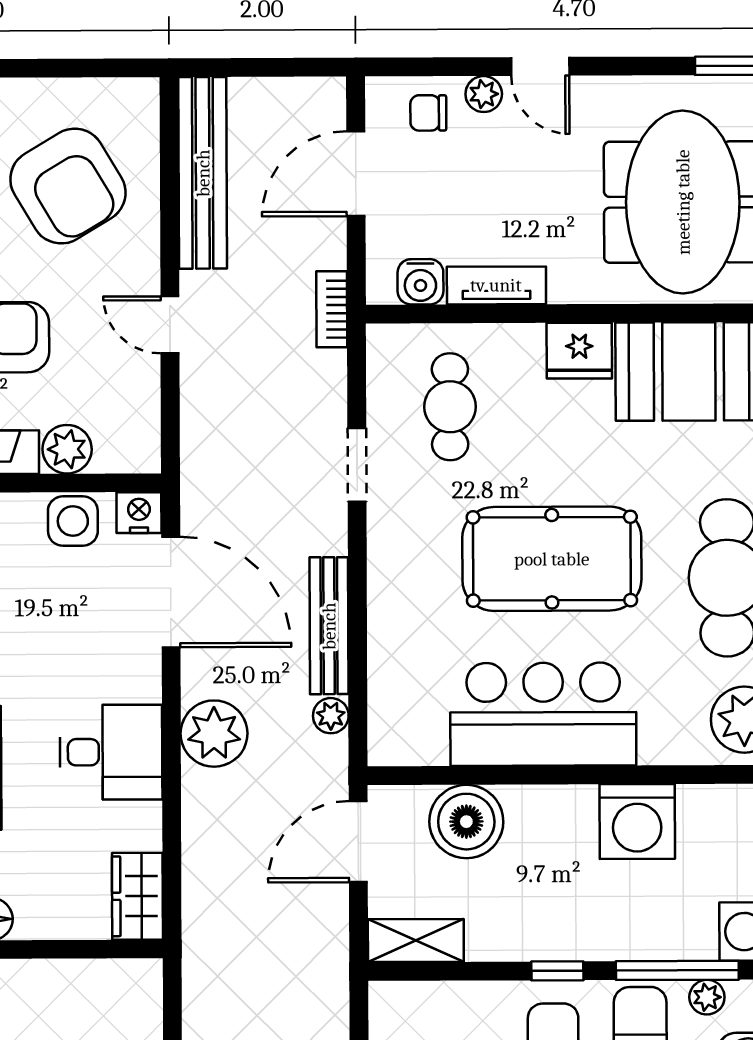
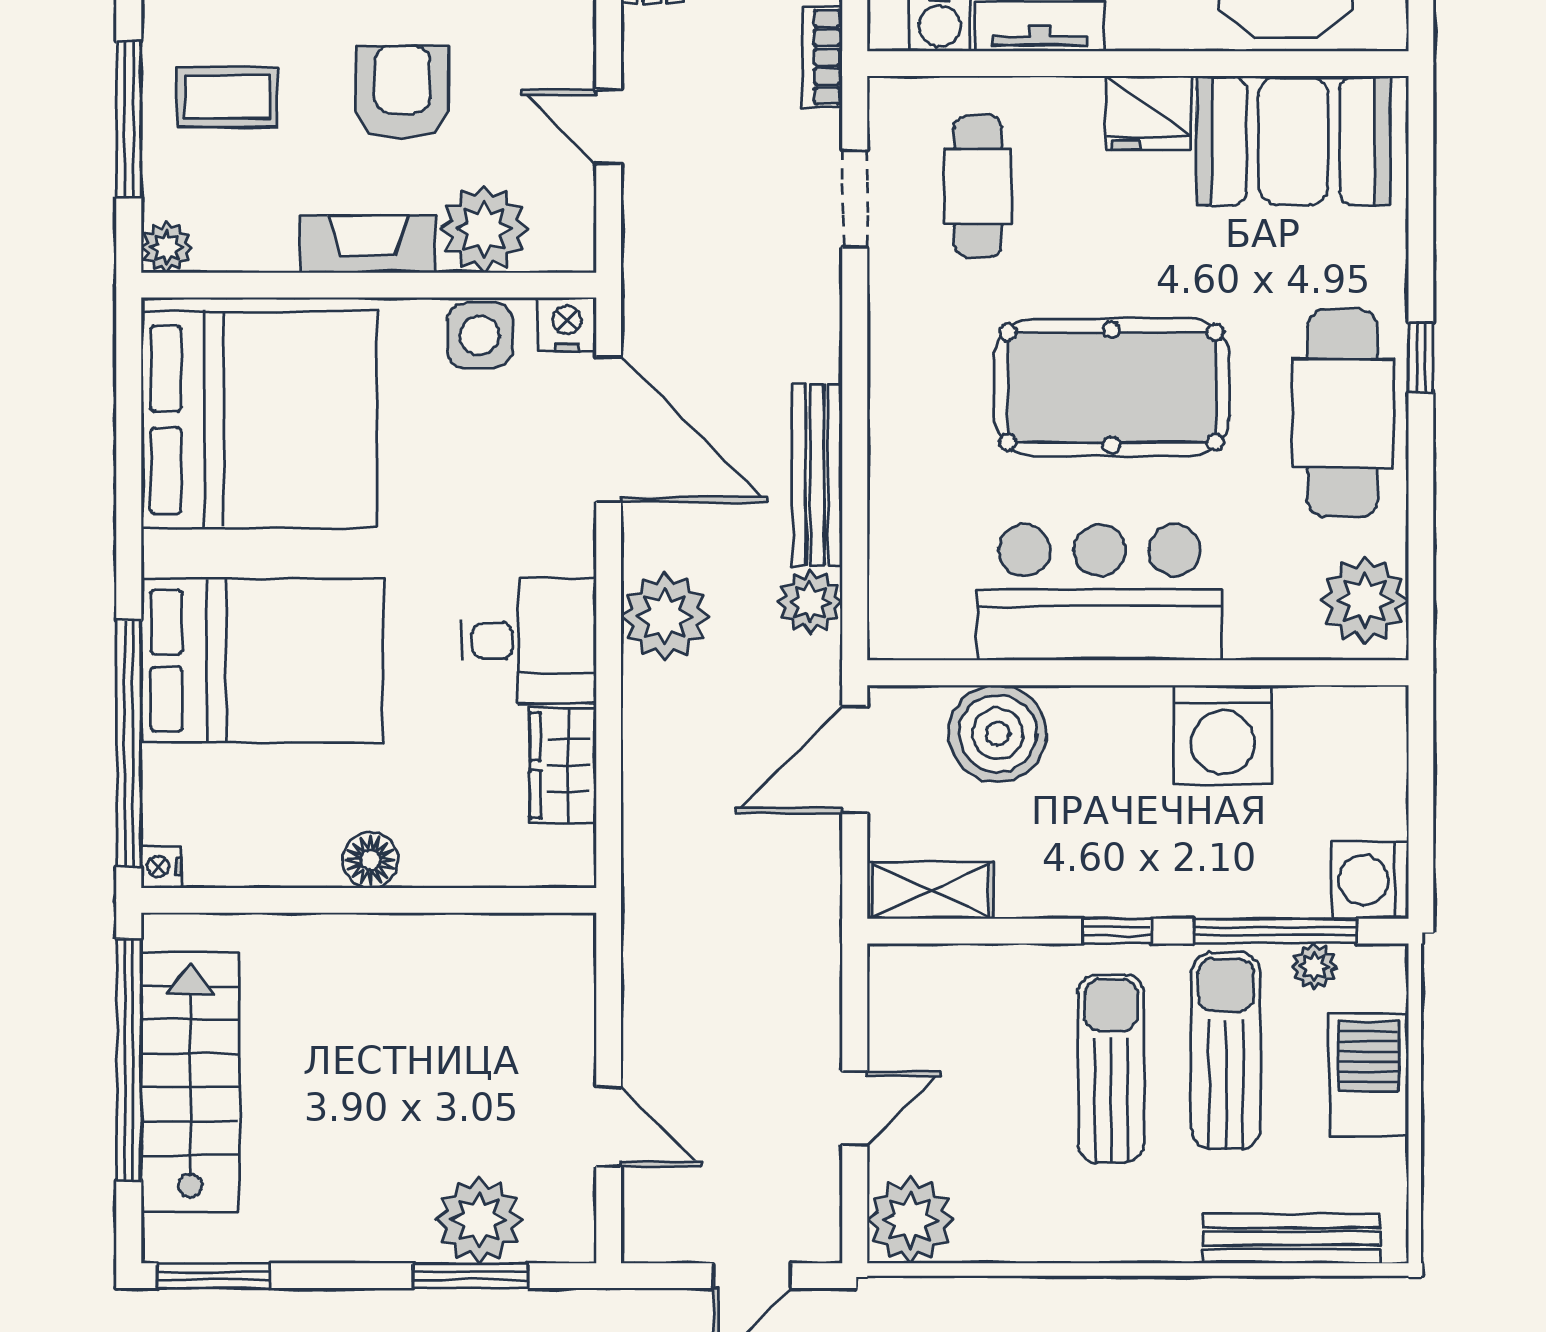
door: (170, 325) -> (609, 127), moved
plant: (67, 449) -> (484, 229), width x1.36, depth x1.36
doorway: (357, 465) -> (855, 199), moved
plant: (331, 716) -> (810, 602), width x1.38, depth x1.38
wardrobe: (137, 896) -> (563, 765), moved

